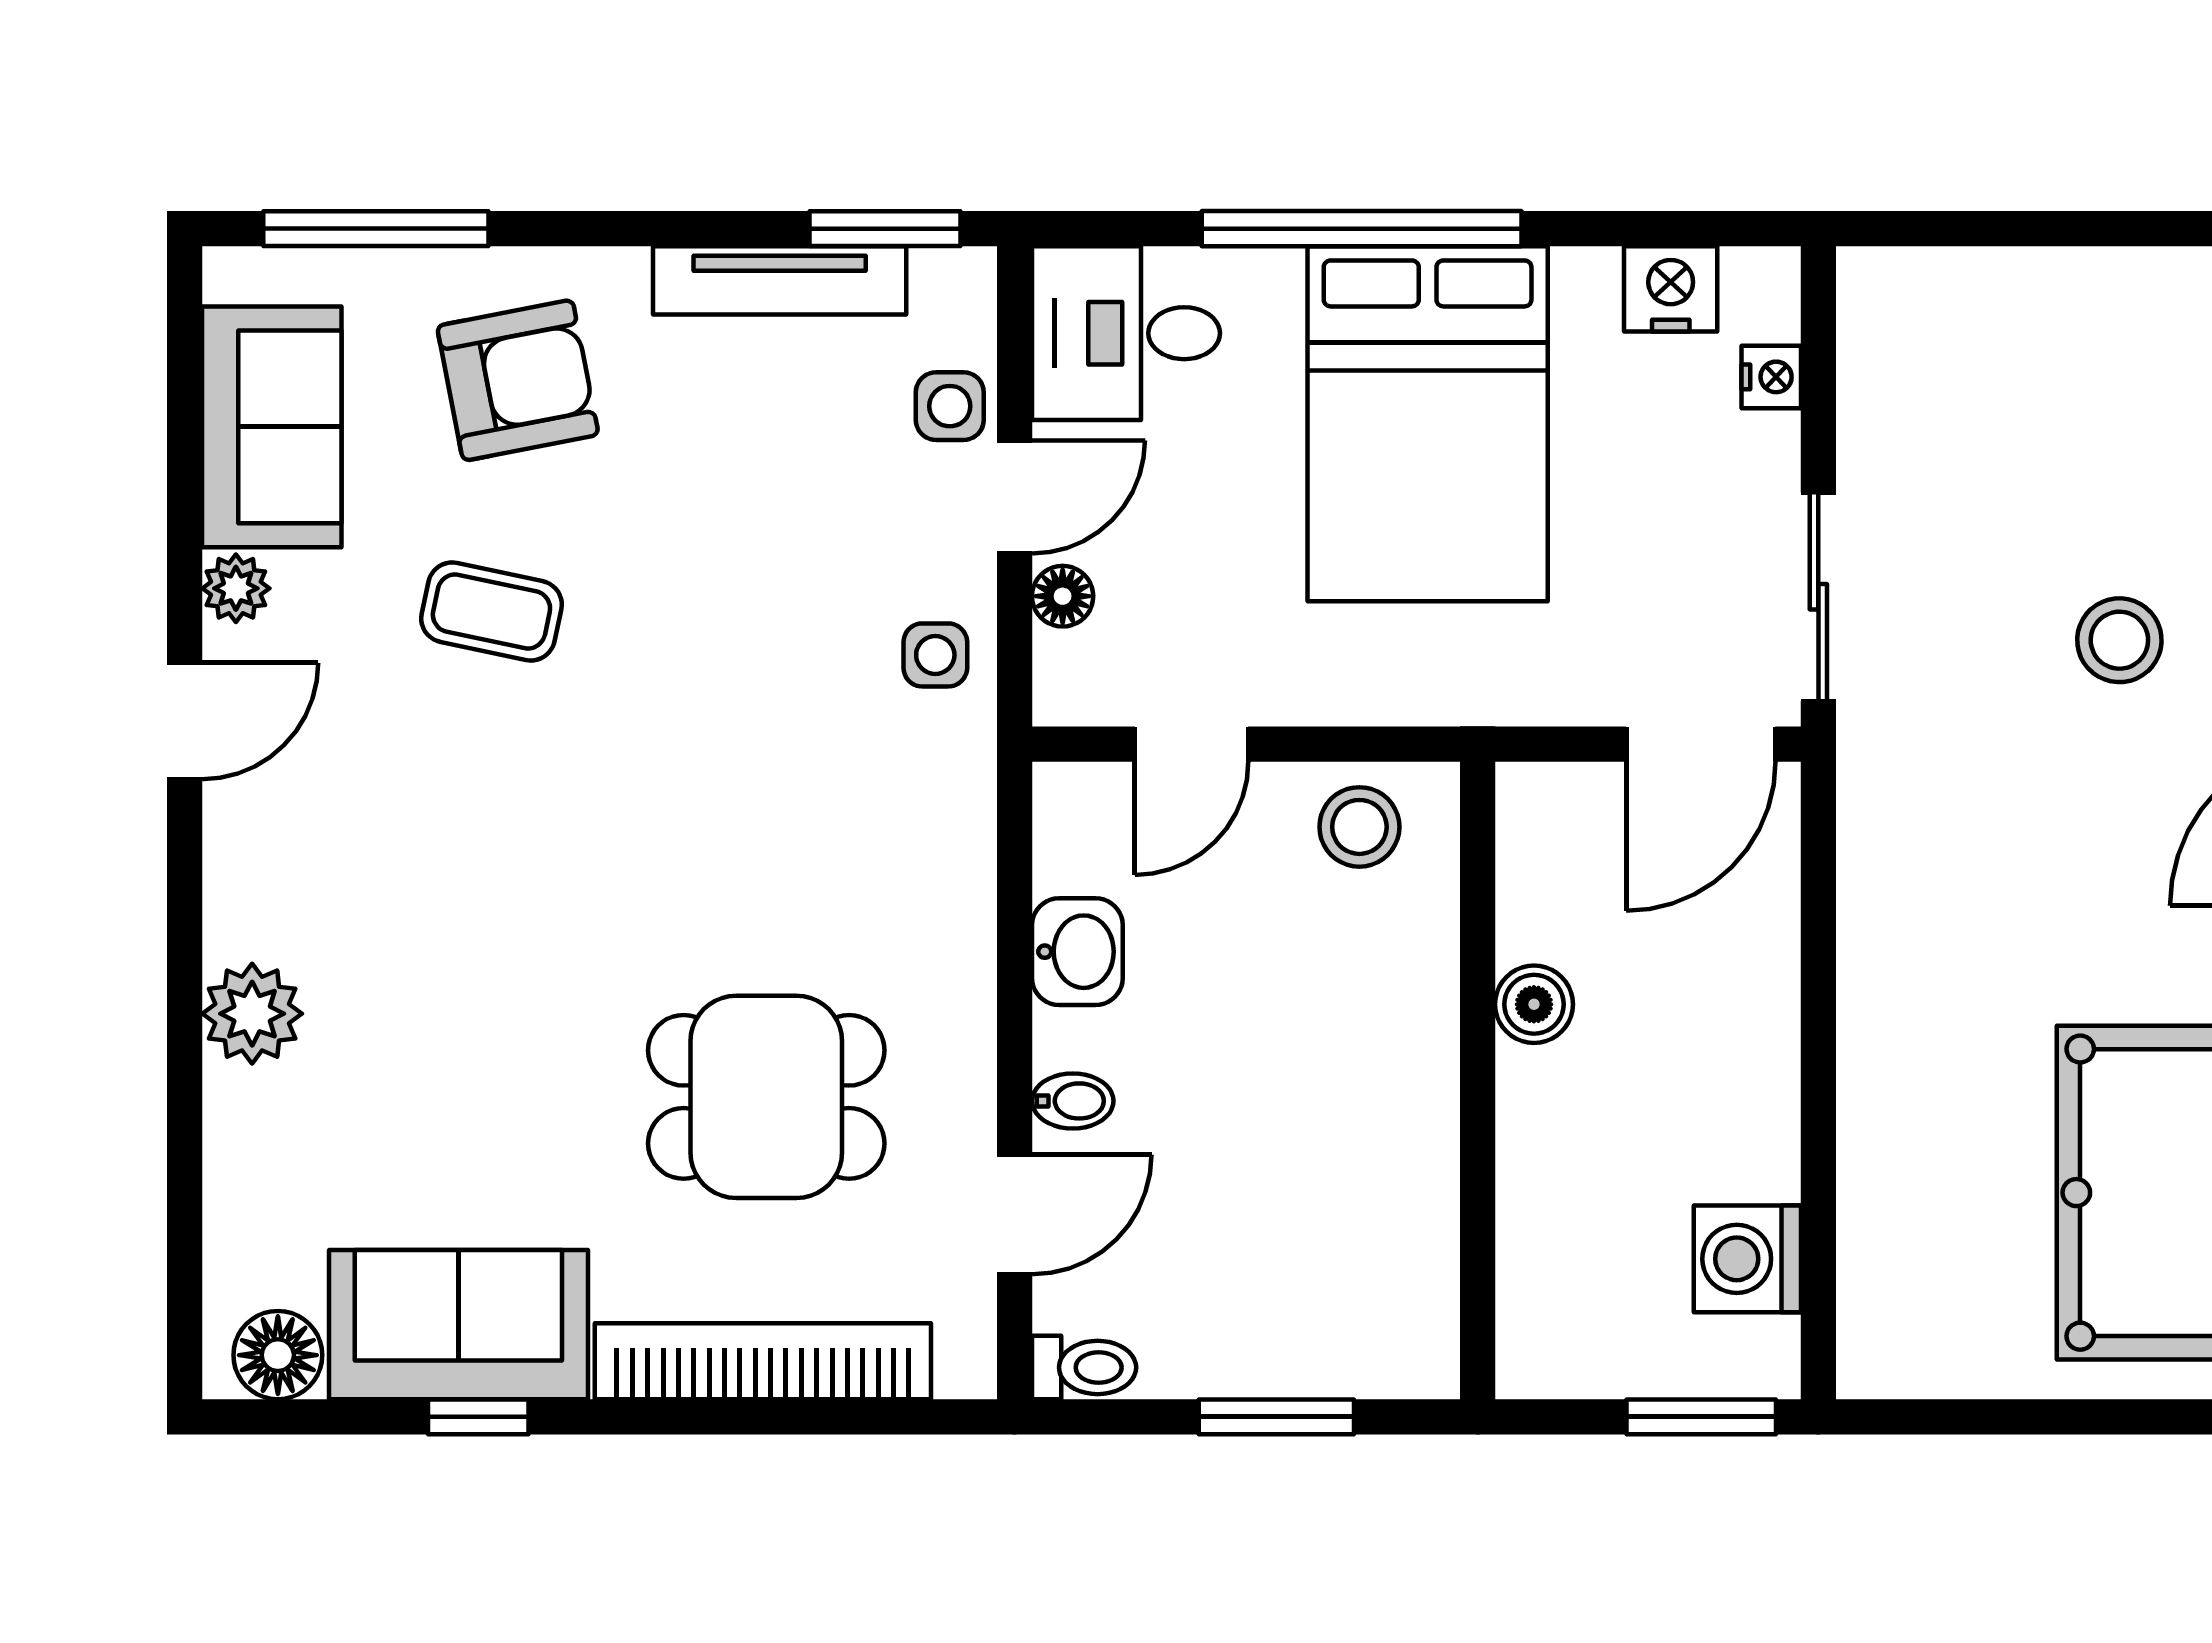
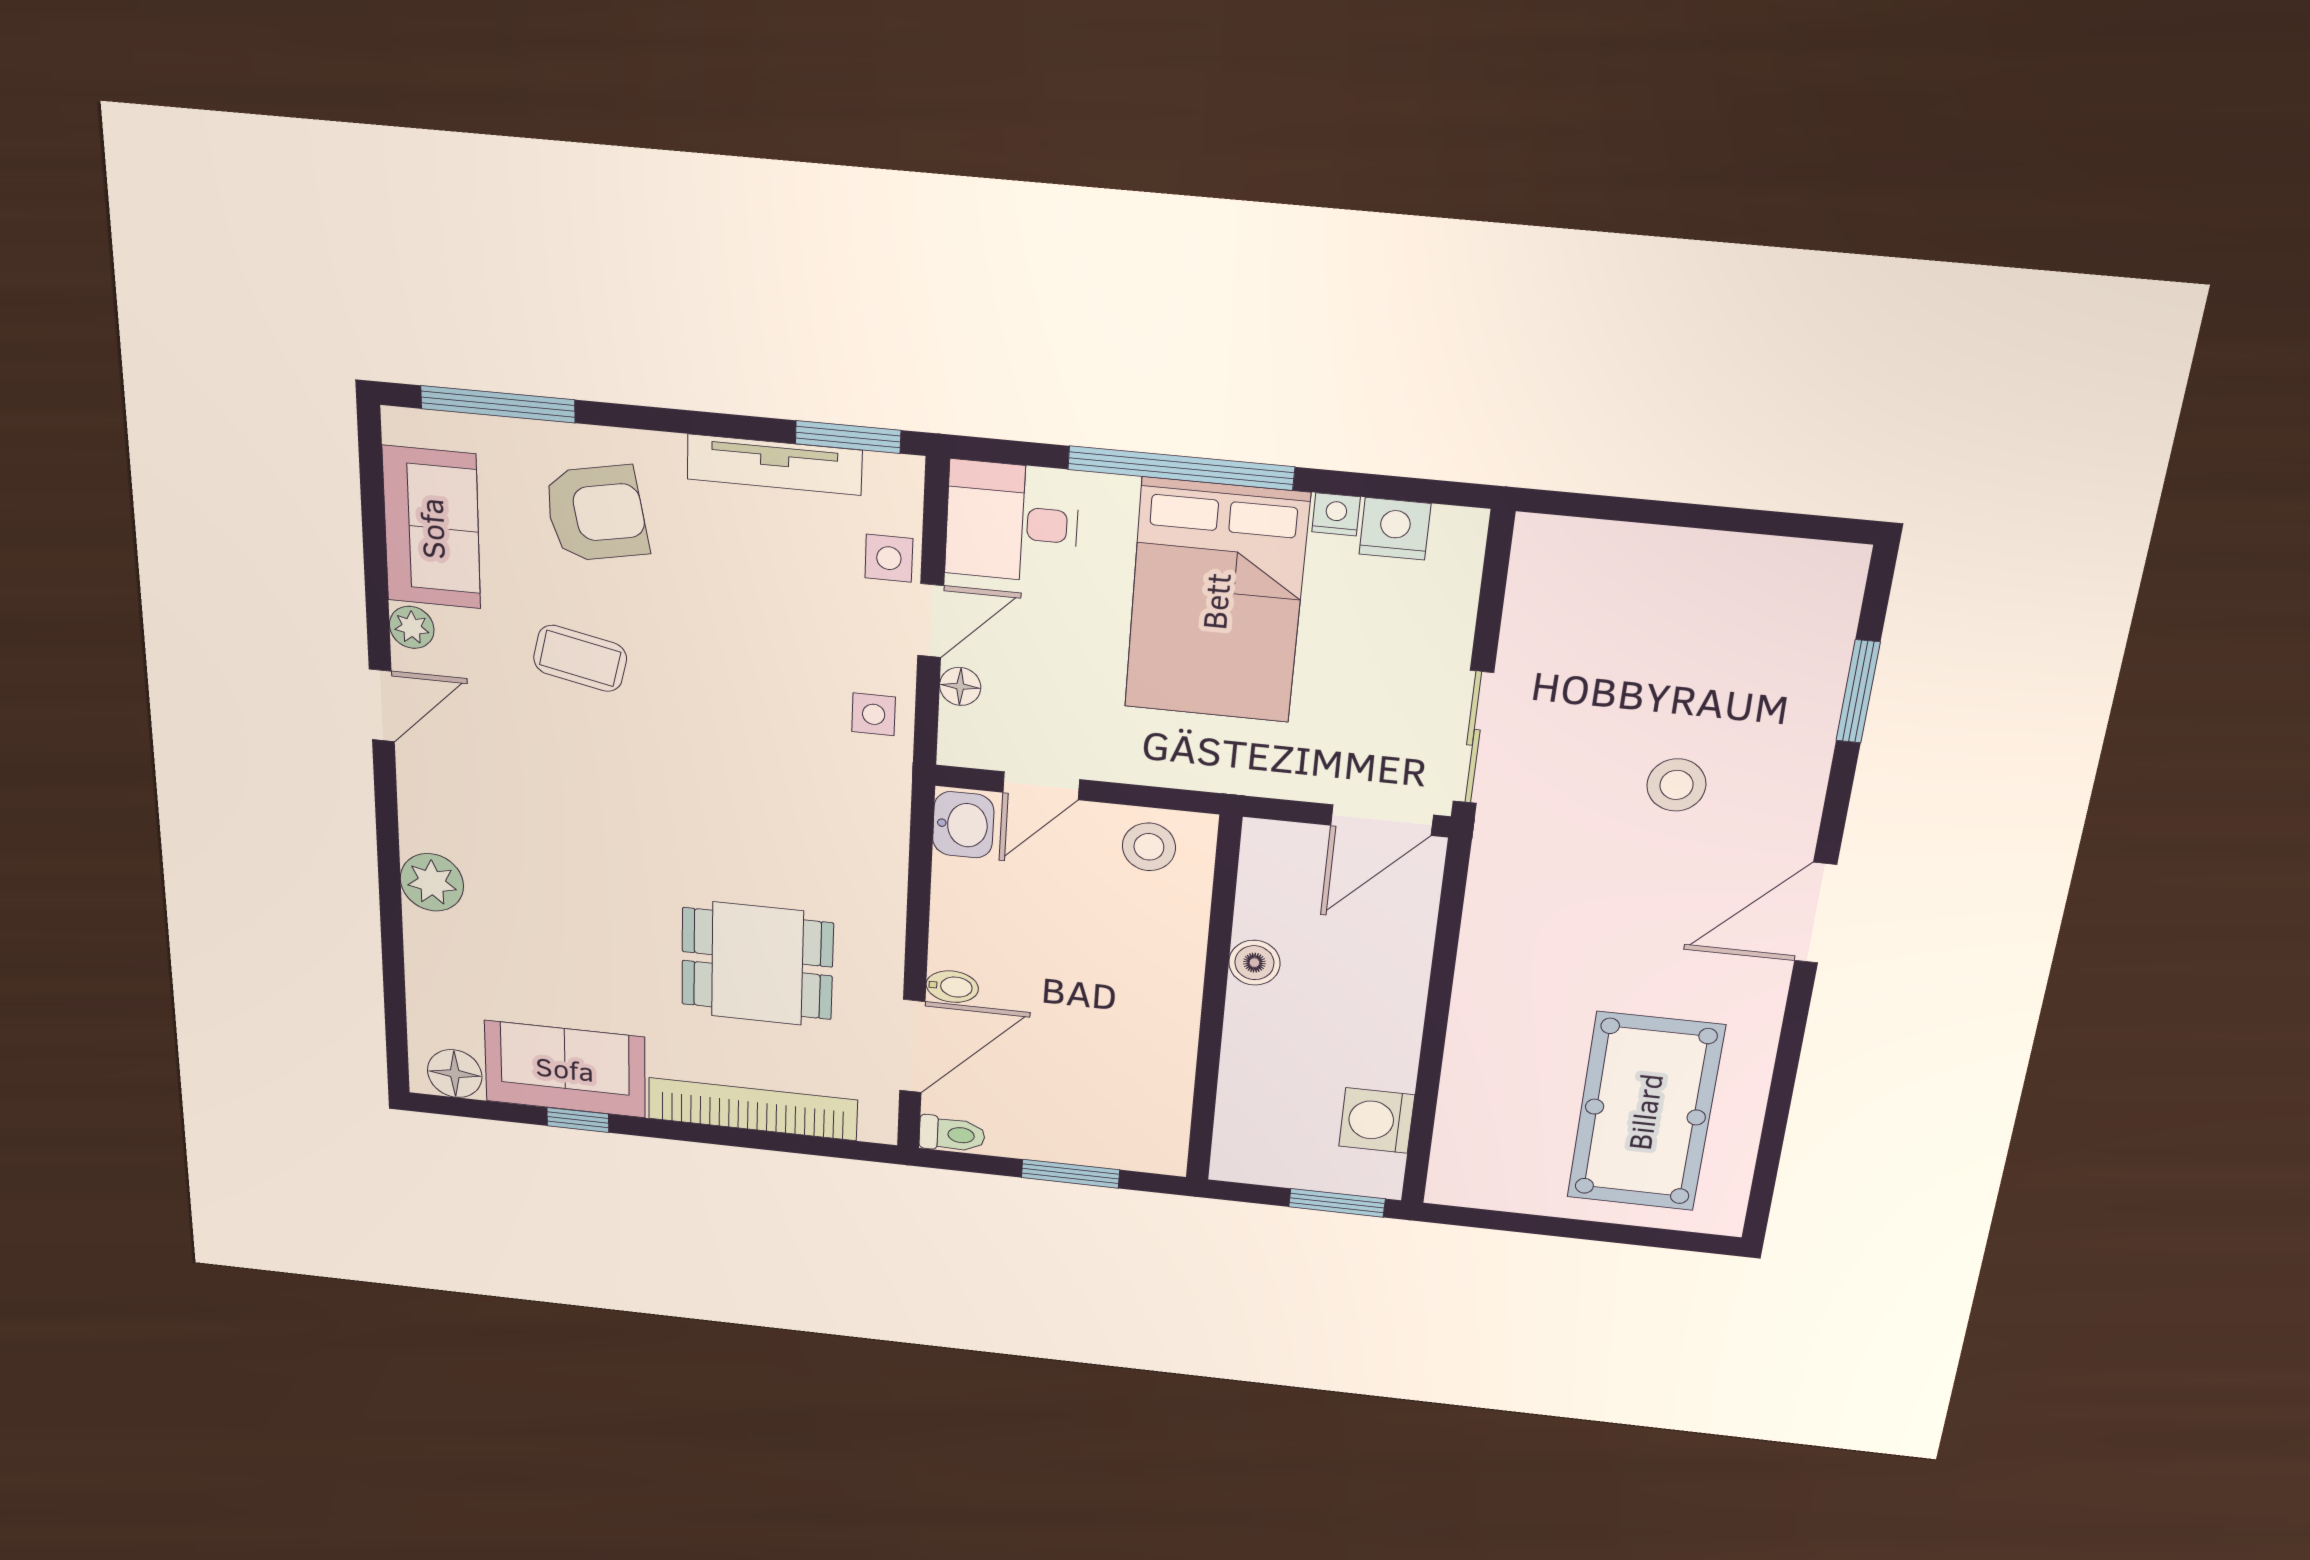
nightstand: (1771, 377) -> (1336, 514), moved, turned -90
washbasin: (1077, 952) -> (963, 825), moved
door: (1015, 1214) -> (912, 1046), width x1.38

